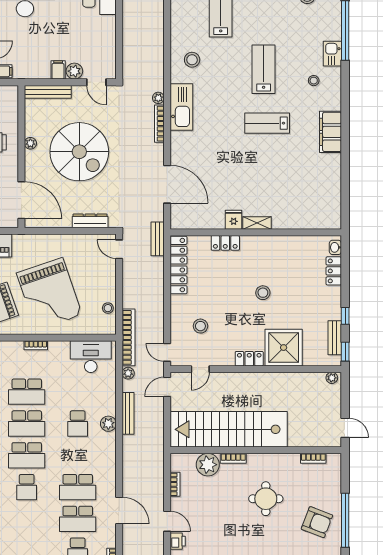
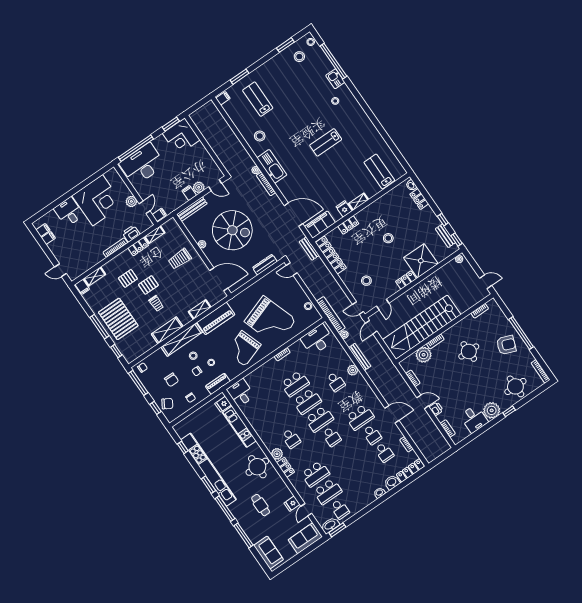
lab bench: (264, 69) -> (379, 171), moved
filing cabinet: (331, 132) -> (320, 225), moved, turned 90
school desk: (78, 519) -> (372, 435), width x0.54

